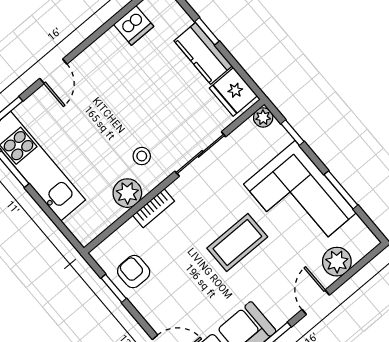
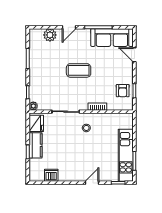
plant: (127, 193) -> (102, 119), removed
corner sofa: (300, 199) -> (44, 67), removed

